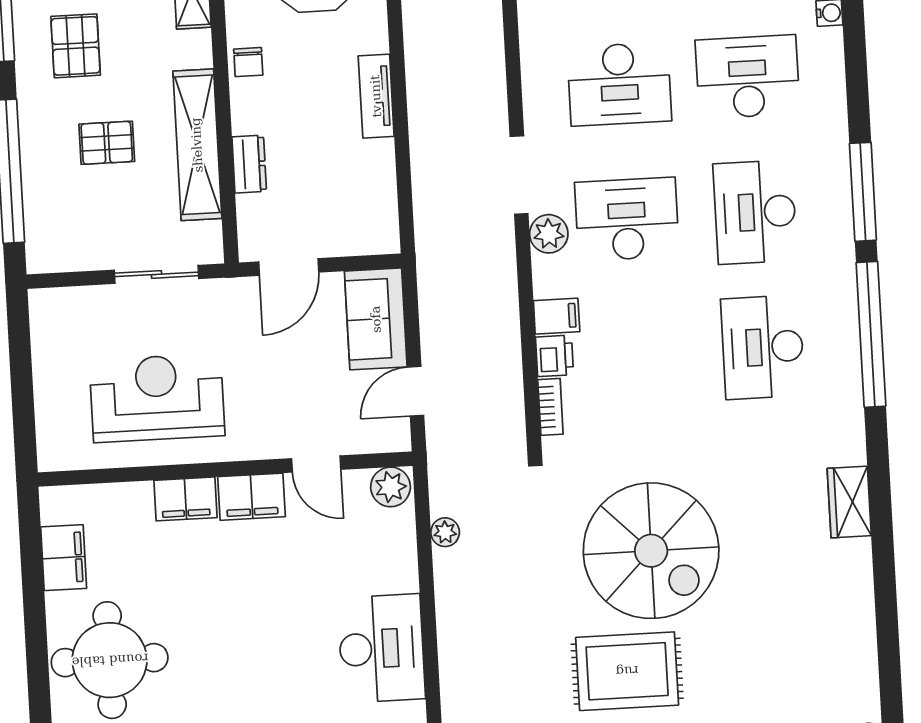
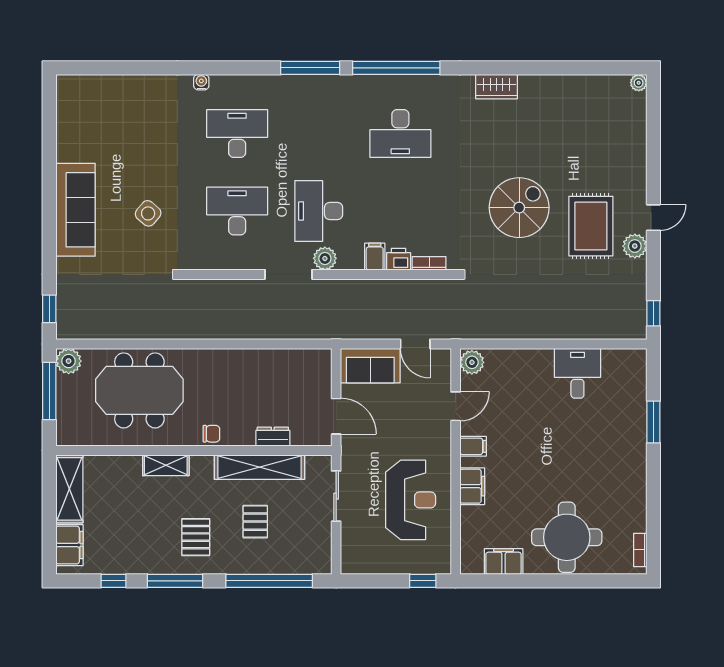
pallet: (76, 46) -> (196, 537), turned 90
desk: (748, 77) -> (237, 134), turned 90
desk: (619, 84) -> (237, 211), turned -90
tv unit: (376, 96) -> (236, 358), removed
desk: (755, 212) -> (319, 134), removed
reception desk: (157, 398) -> (411, 500), turned 180
window: (24, 426) -> (423, 581), added
filing cabinet: (252, 497) -> (473, 446), width x0.50
plant: (445, 532) -> (501, 331), removed
spiral stairs: (651, 551) -> (519, 208), width x0.73, depth x0.73
desk: (381, 648) -> (577, 373), width x0.73

